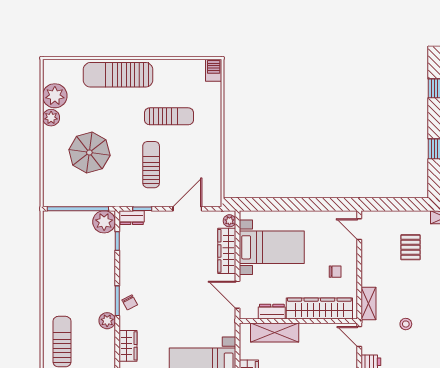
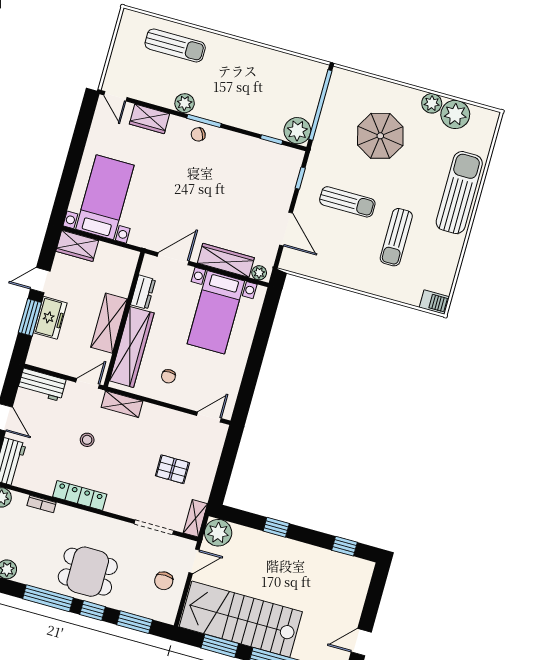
dresser: (132, 218) -> (293, 163), removed
shelving: (275, 333) -> (109, 323), moved

